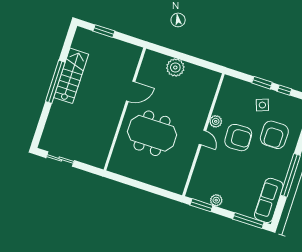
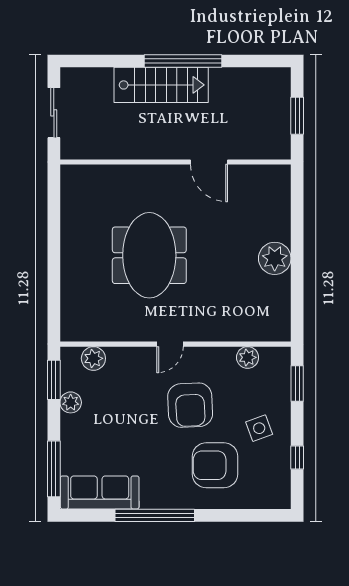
stairs: (71, 76) -> (161, 85), moved
window: (262, 83) -> (297, 383), moved
door: (131, 91) -> (209, 162), moved
wall: (125, 109) -> (175, 162), moved
plant: (216, 121) -> (248, 357), moved
plant: (197, 181) -> (93, 358), added

